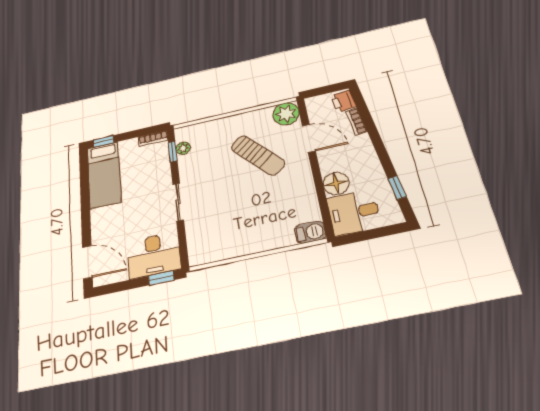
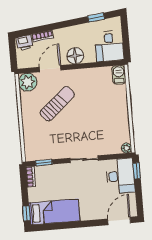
plant: (183, 148) -> (127, 148), moved
floor lamp: (336, 183) -> (75, 56), moved

